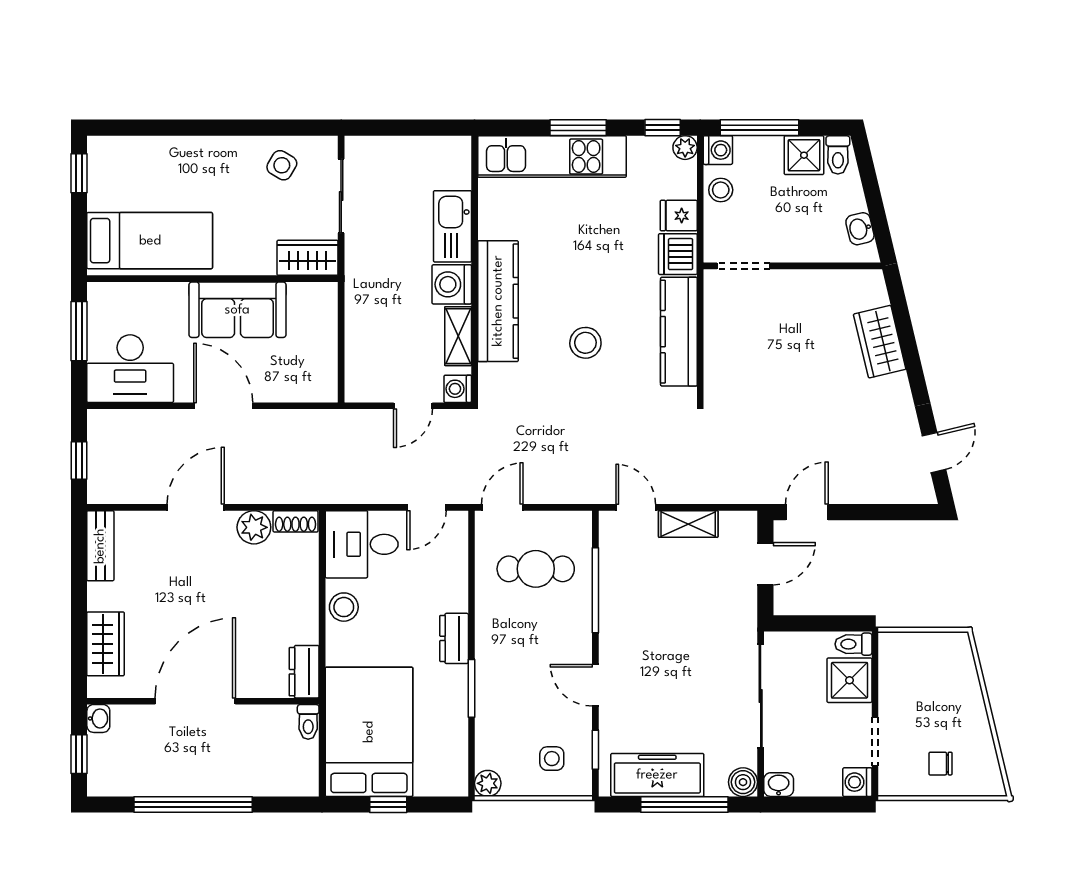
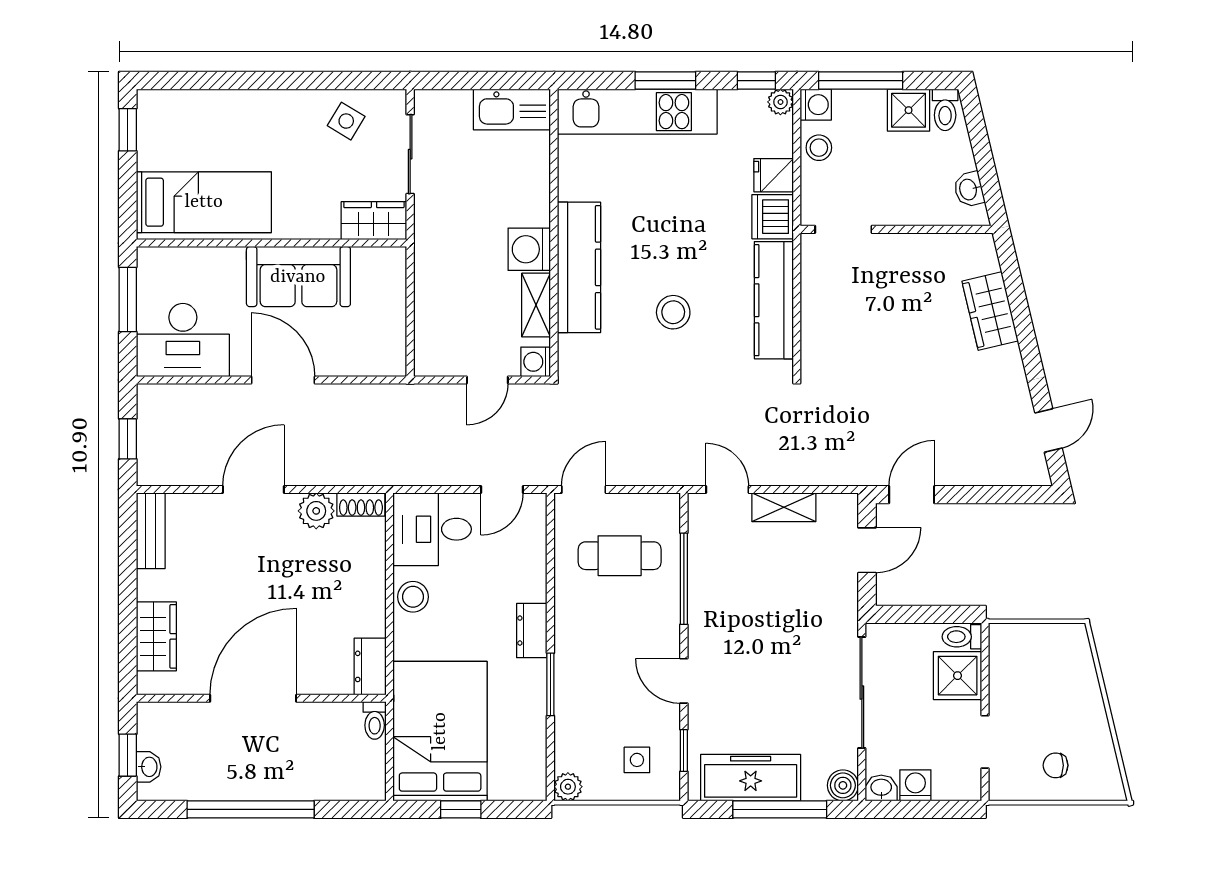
kitchen sink: (453, 226) -> (512, 109), moved, turned -90
washbasin: (98, 718) -> (149, 767), moved
washing machine: (857, 782) -> (915, 785), moved, turned 90

